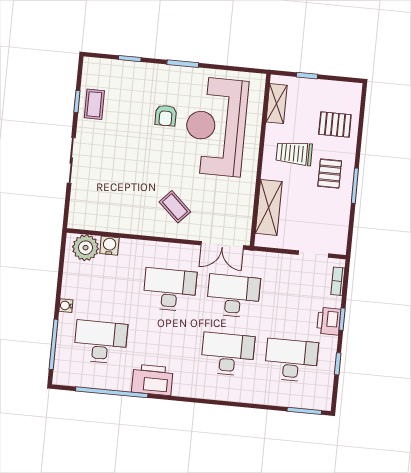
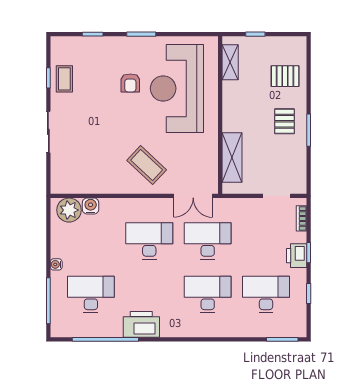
trolley: (294, 153) -> (251, 106), removed
coffee table: (175, 207) -> (147, 165), width x1.36, depth x1.30

